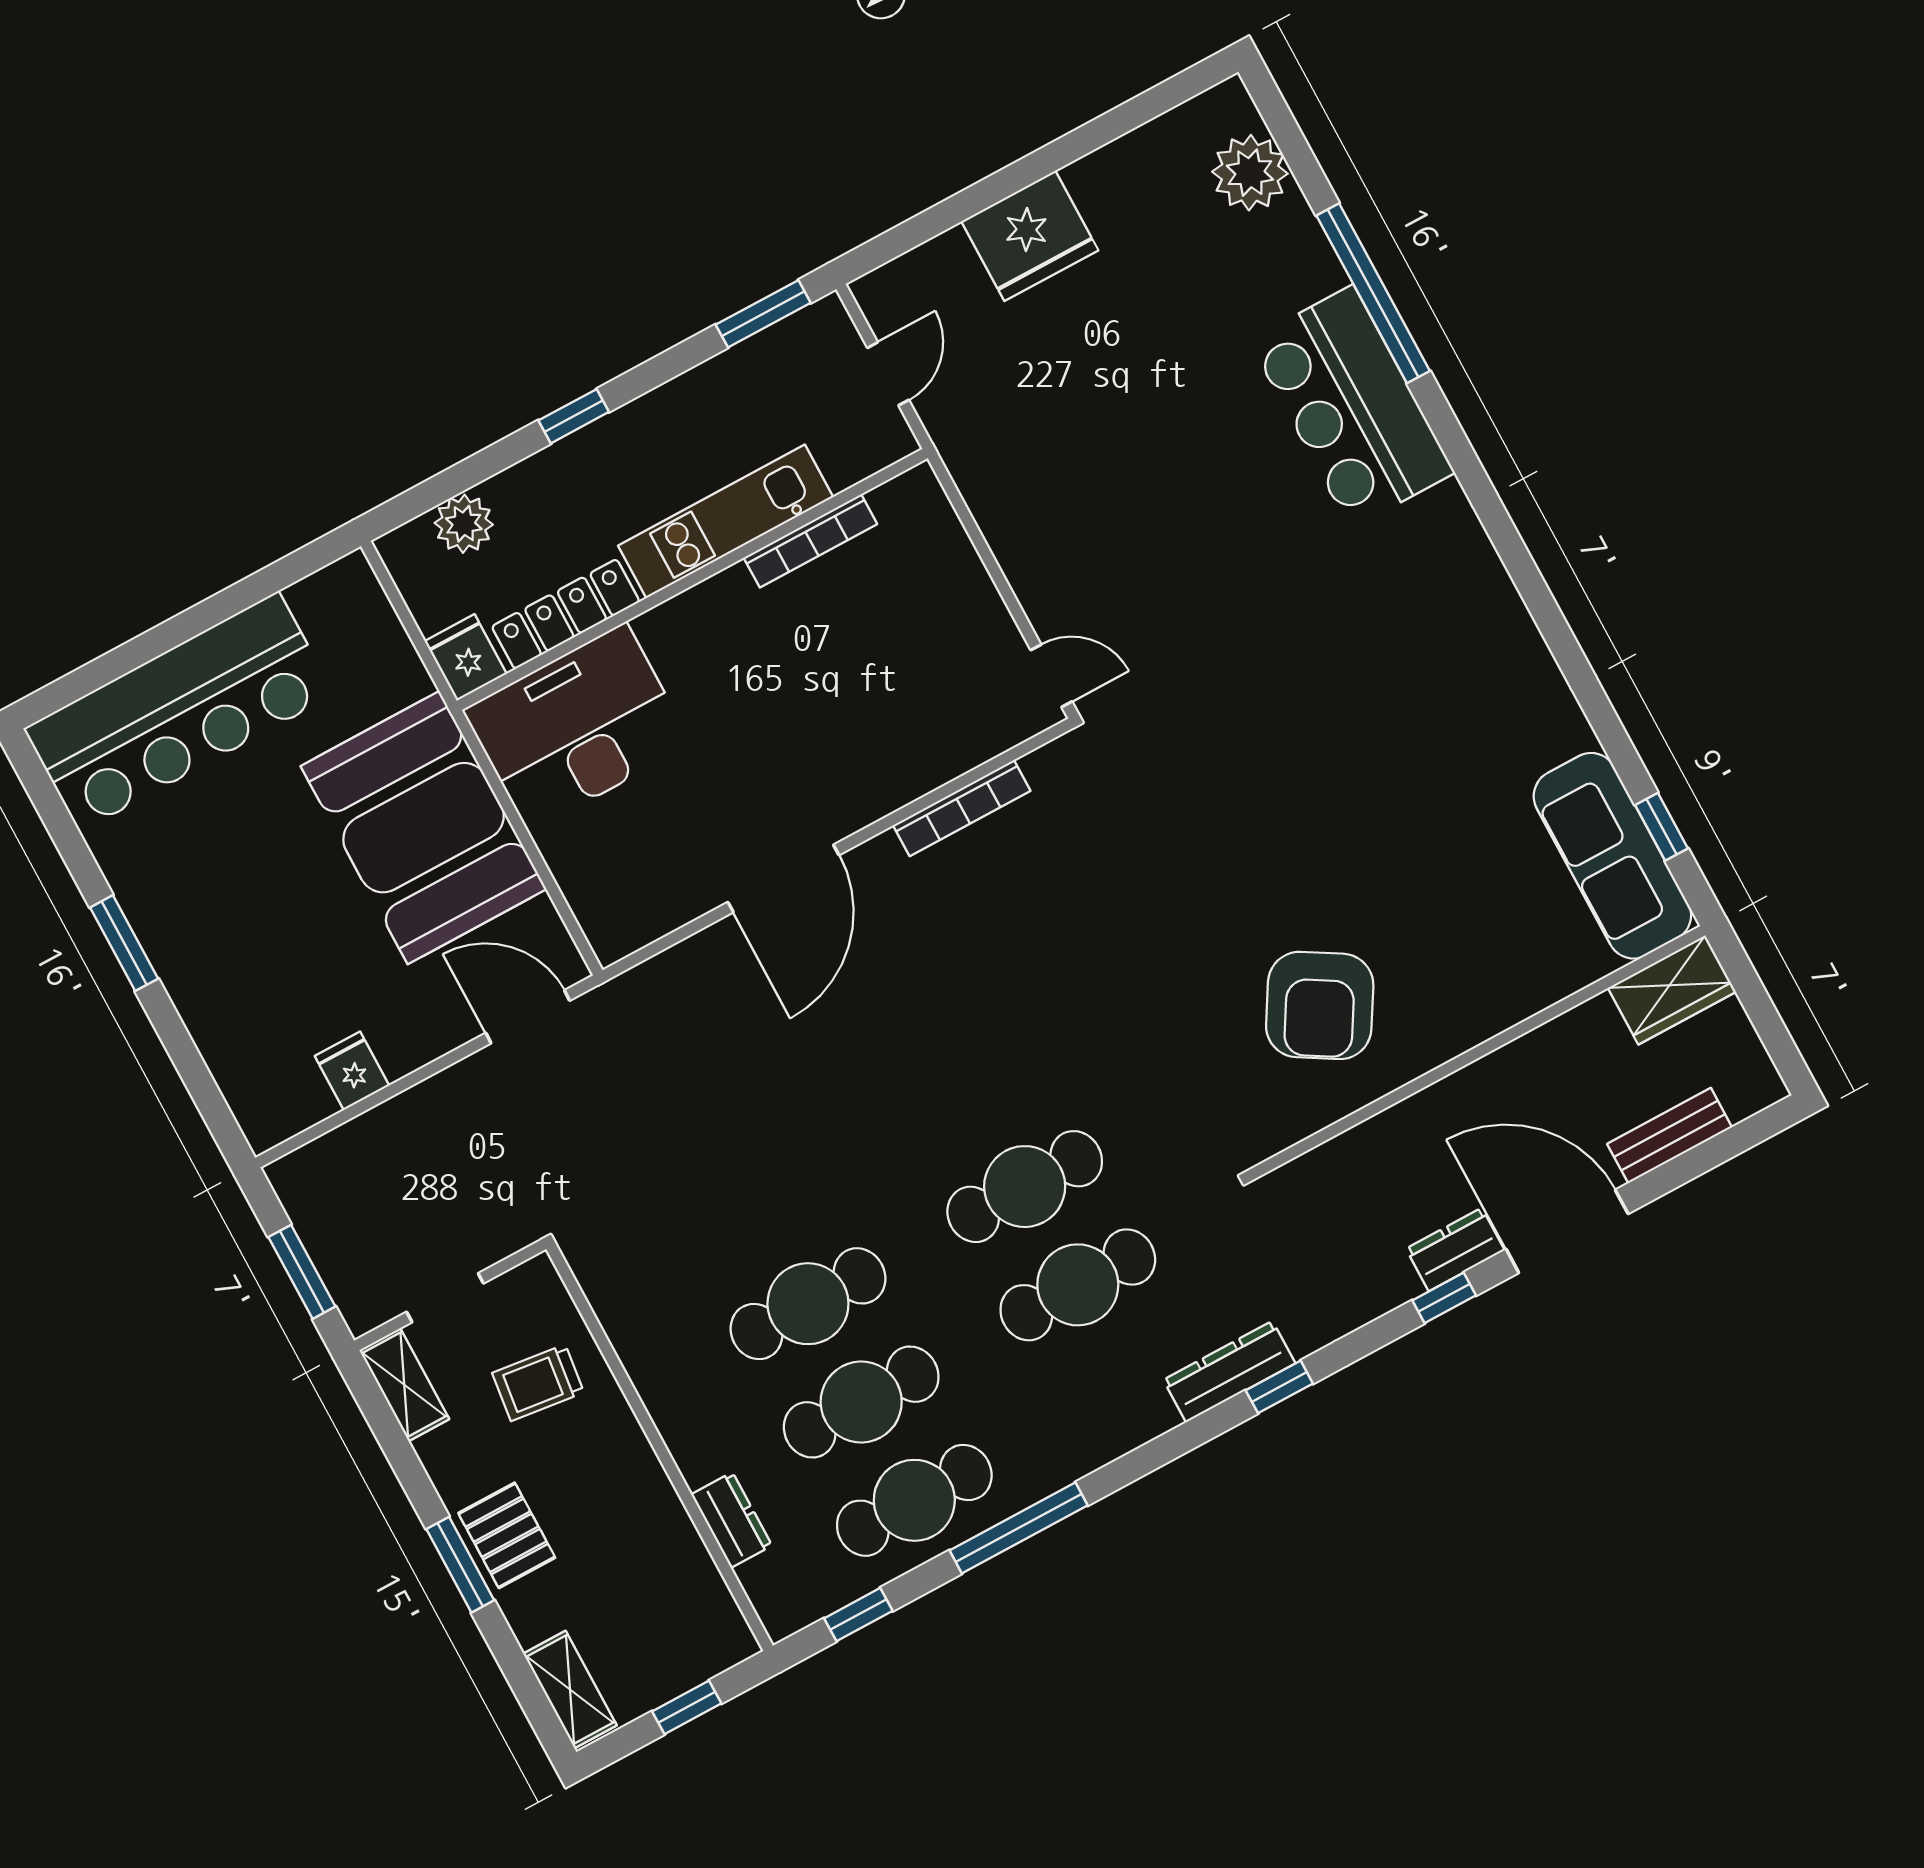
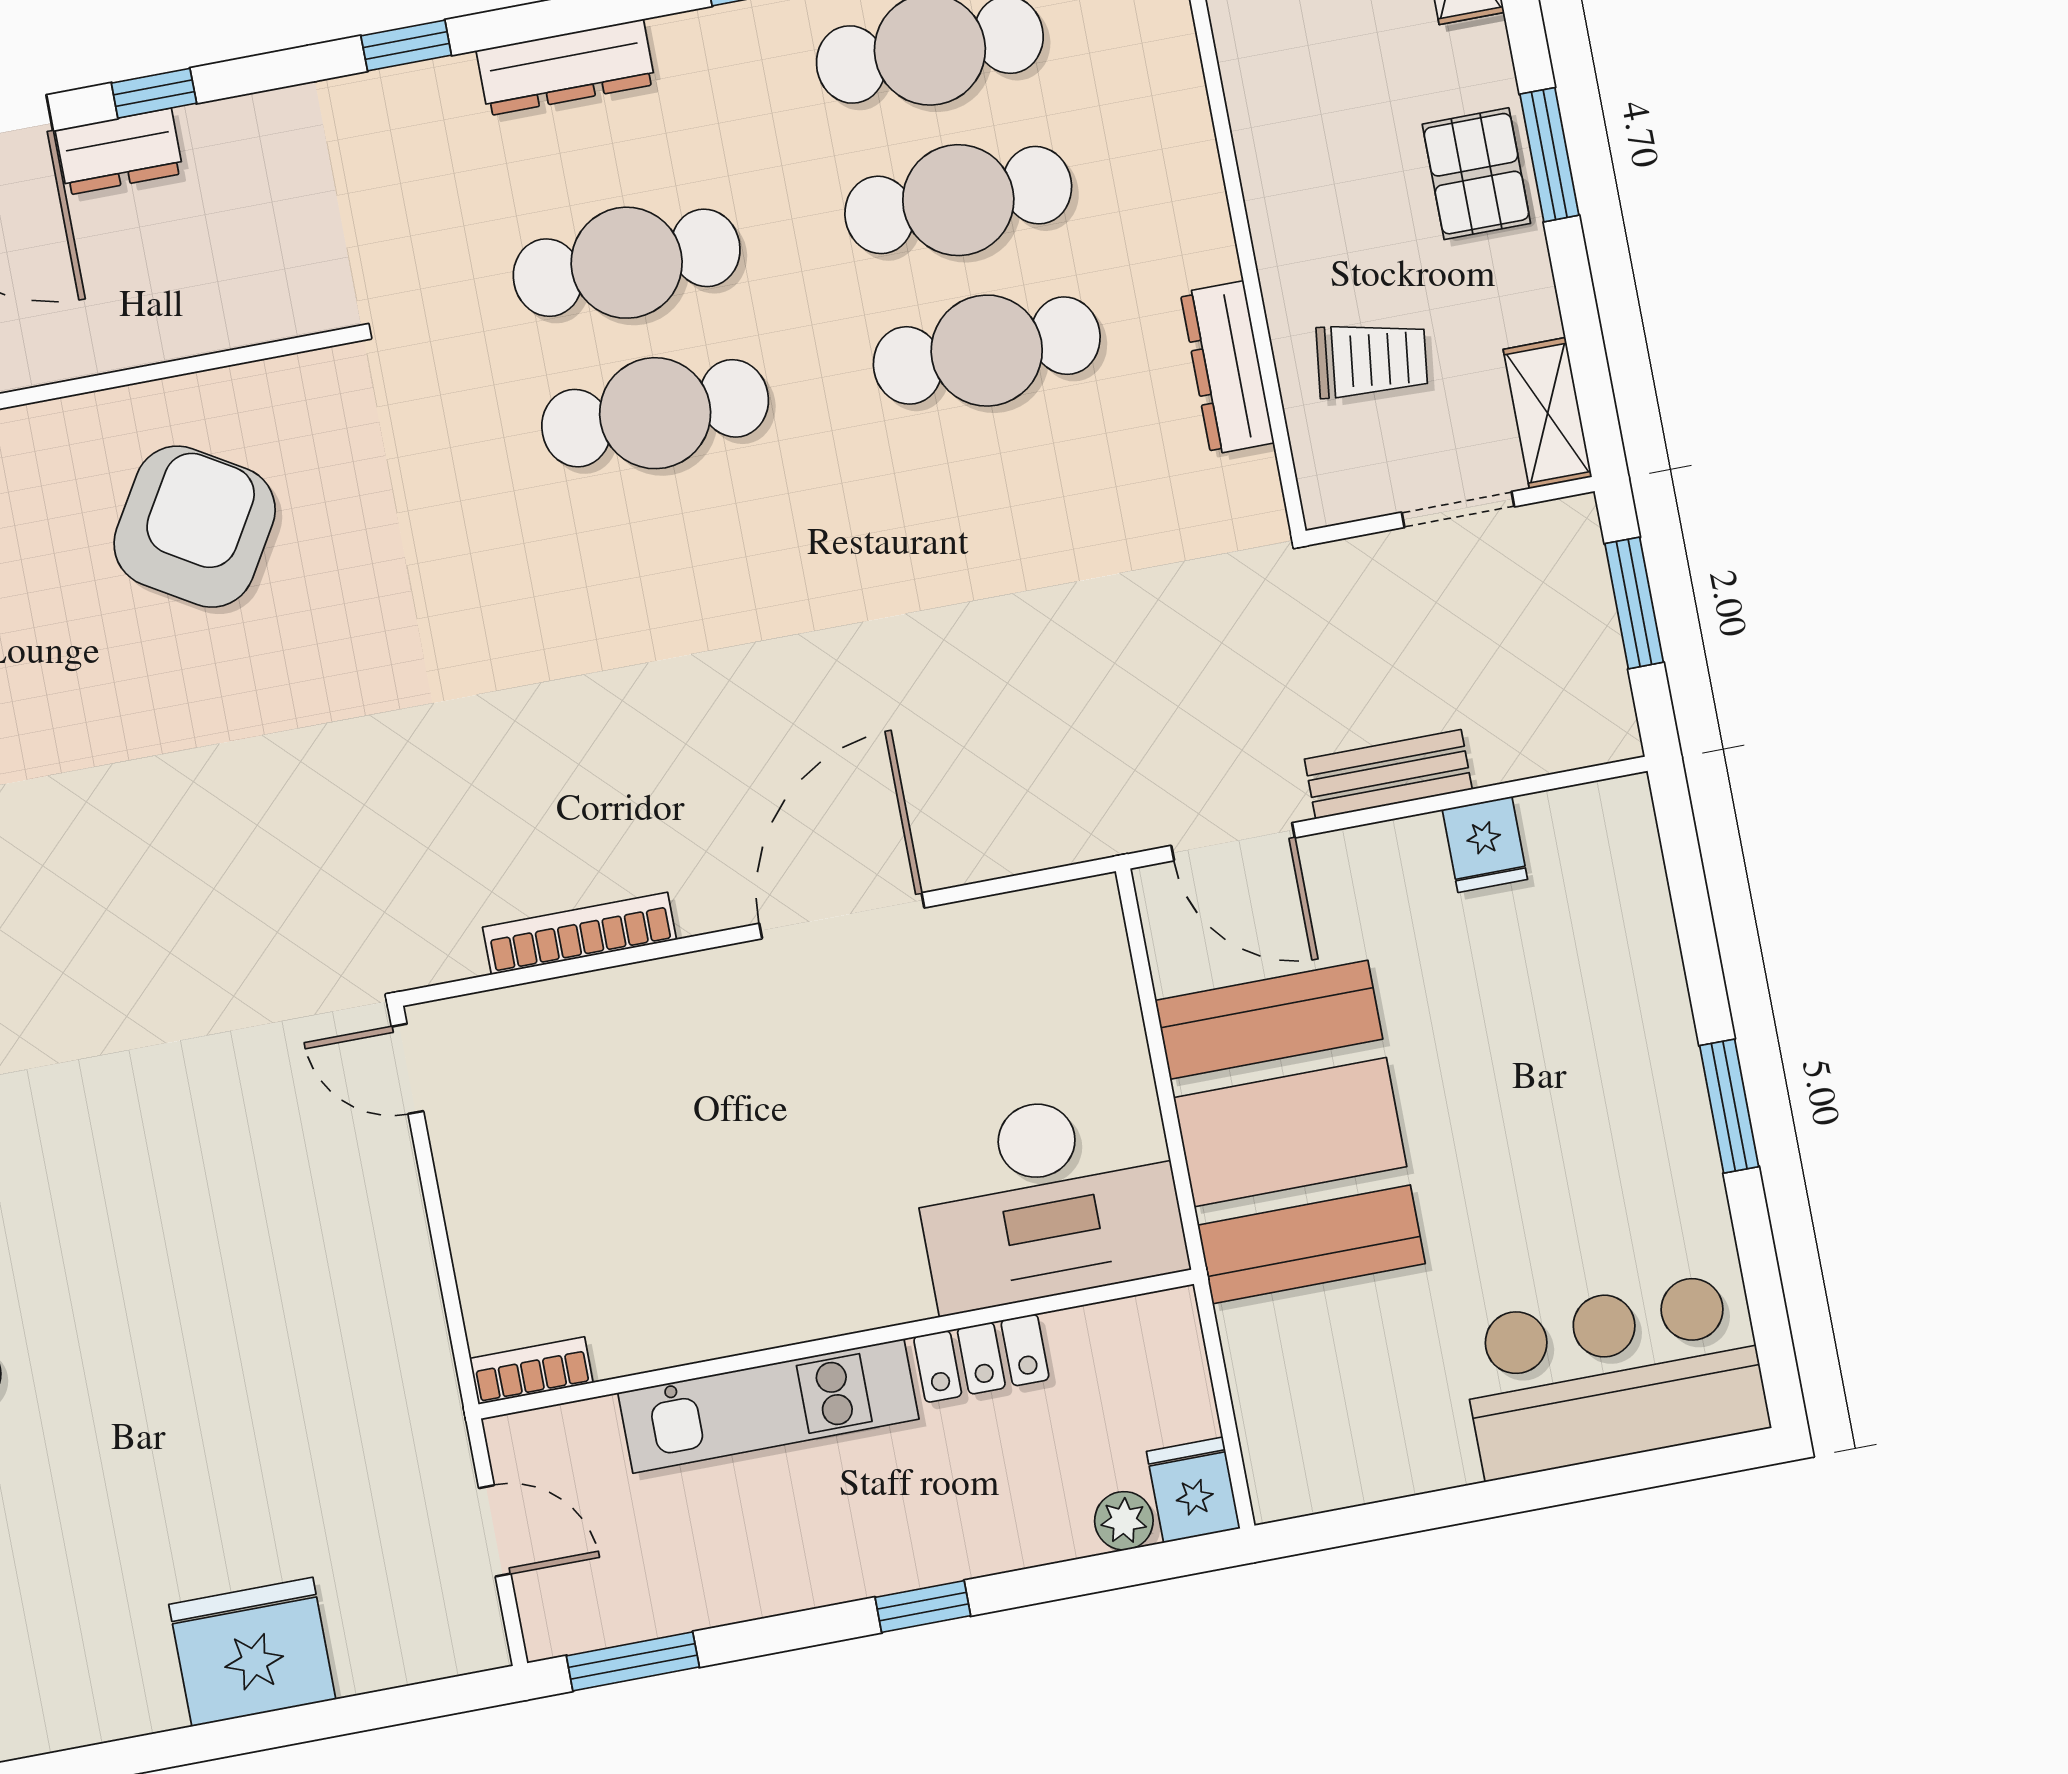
door: (888, 374) -> (495, 1531), swing flipped
plant: (464, 524) -> (1124, 1521), width x0.73, depth x0.73
bookcase: (810, 541) -> (531, 1371), moved, width x0.64
locker: (566, 614) -> (981, 1358), width x0.66
fridge: (466, 657) -> (1193, 1490), moved, turned 180
bar counter: (179, 712) -> (1613, 1375), width x0.73
bench: (435, 1098) -> (1388, 774), added
dresser: (1229, 1372) -> (566, 67), moved
dresser: (732, 1520) -> (1227, 368), moved, width x1.44

